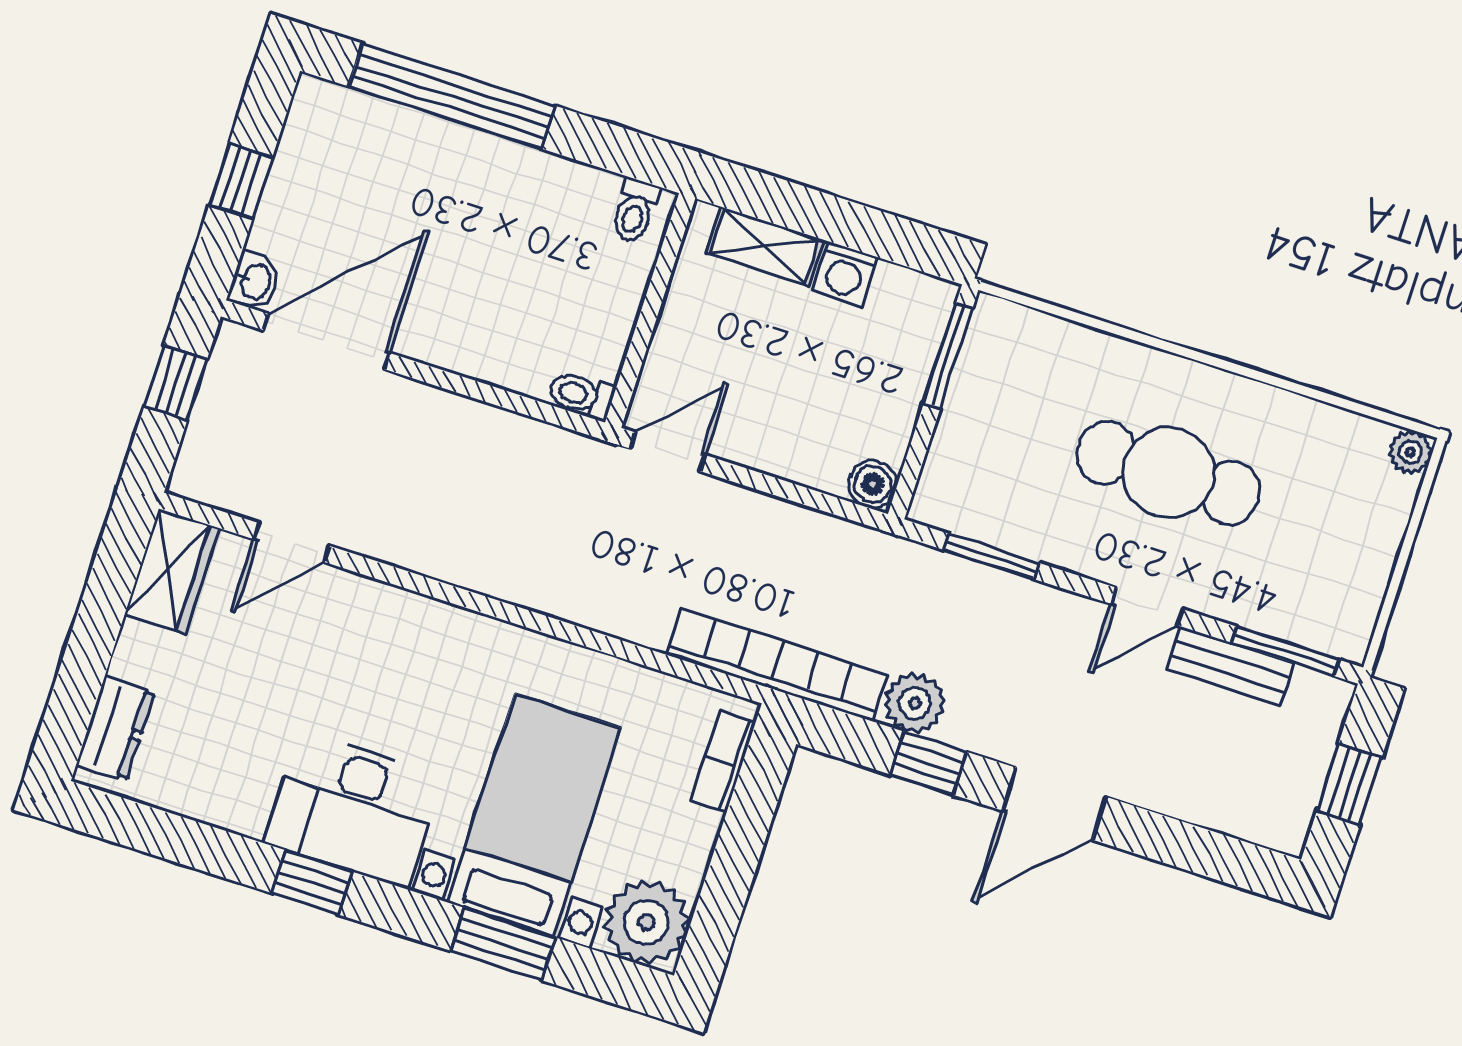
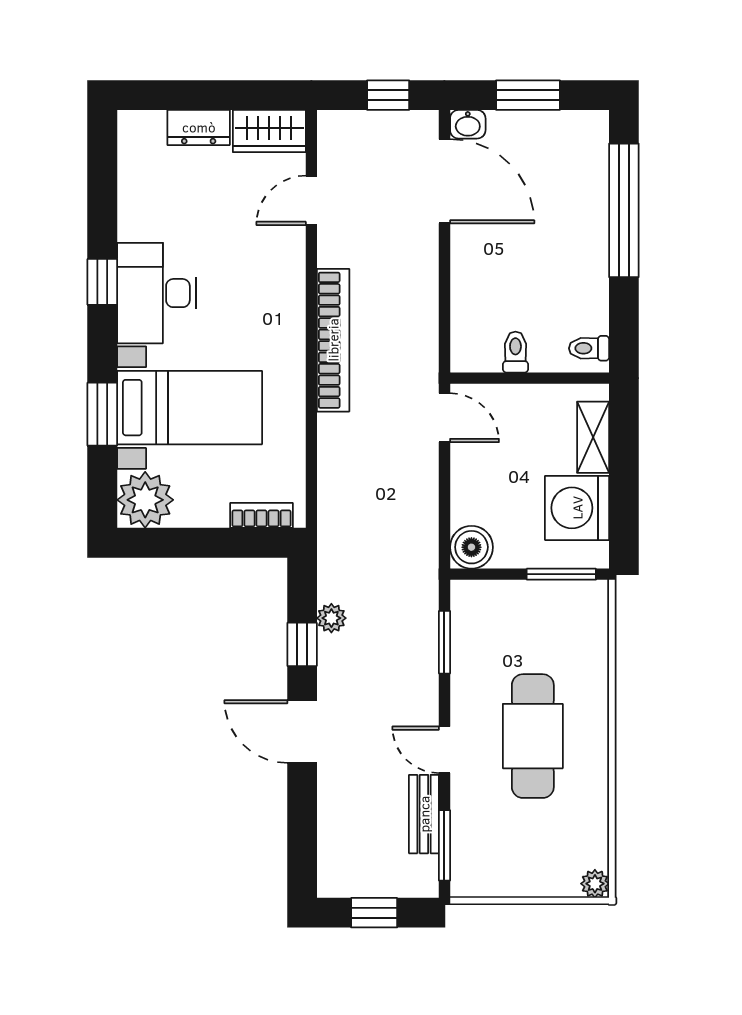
window: (241, 181) -> (528, 95), width x1.50
washing machine: (845, 274) -> (577, 508), width x1.89, depth x1.89
toilet: (581, 395) -> (515, 352), moved
boiler: (873, 484) -> (471, 547), width x1.36, depth x1.36
door: (292, 543) -> (311, 200), hinge flipped
bookcase: (777, 665) -> (333, 340), moved
plant: (915, 703) -> (331, 618), width x0.73, depth x0.73
dresser: (116, 729) -> (199, 127), moved

